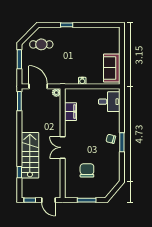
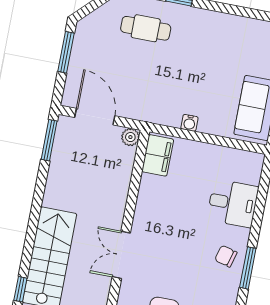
cafe table: (41, 44) -> (146, 28), moved
desk: (109, 102) -> (233, 203), moved
filing cabinet: (71, 112) -> (158, 155), moved

